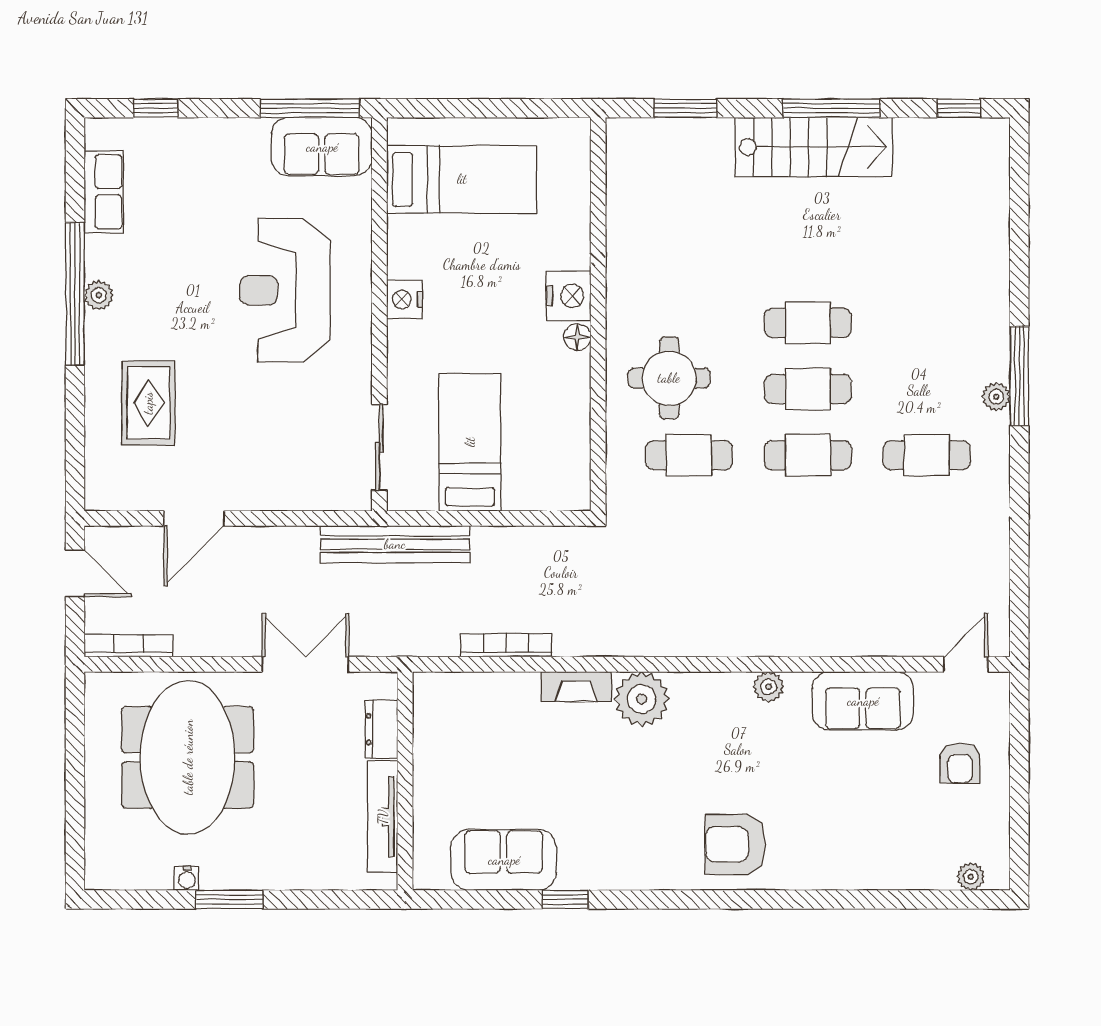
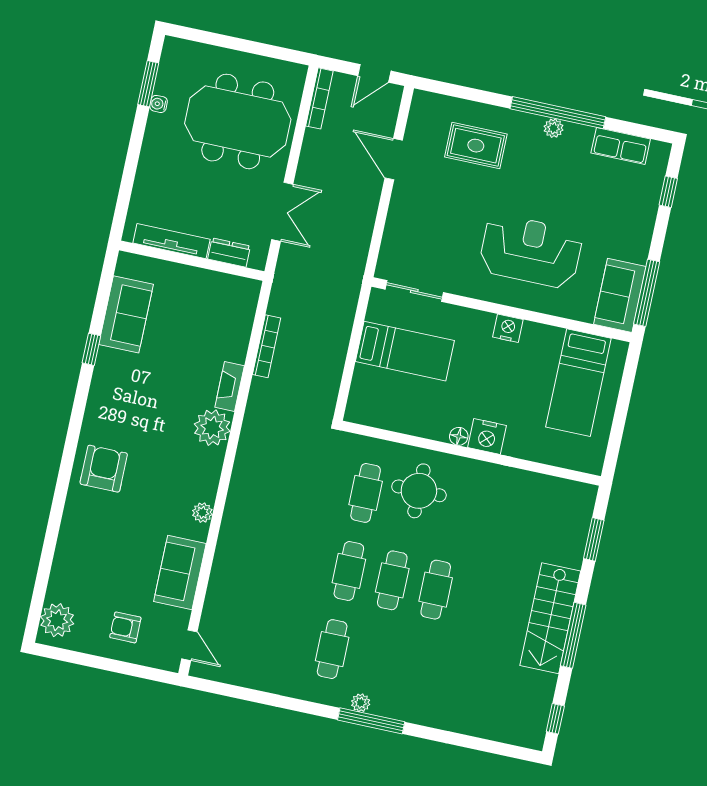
bench: (395, 544) -> (348, 288), removed
plant: (971, 877) -> (57, 620), width x1.87, depth x1.87
window: (229, 899) -> (148, 84), moved

